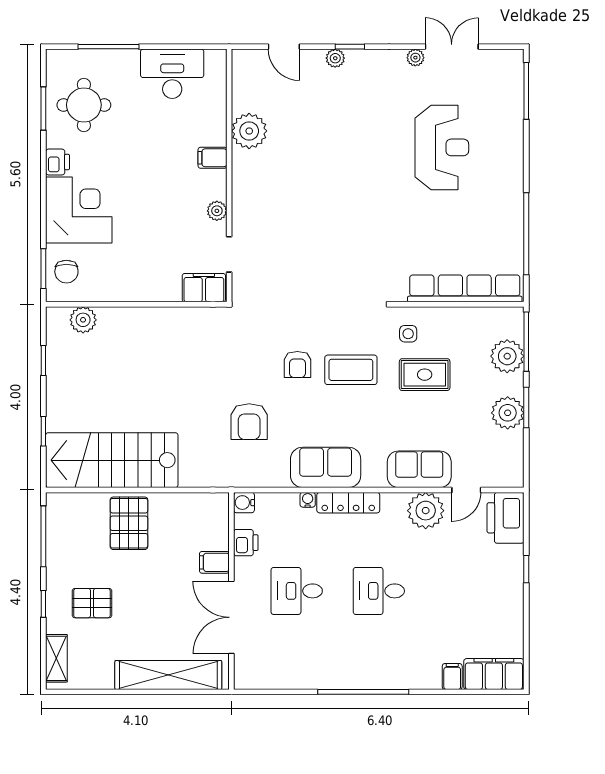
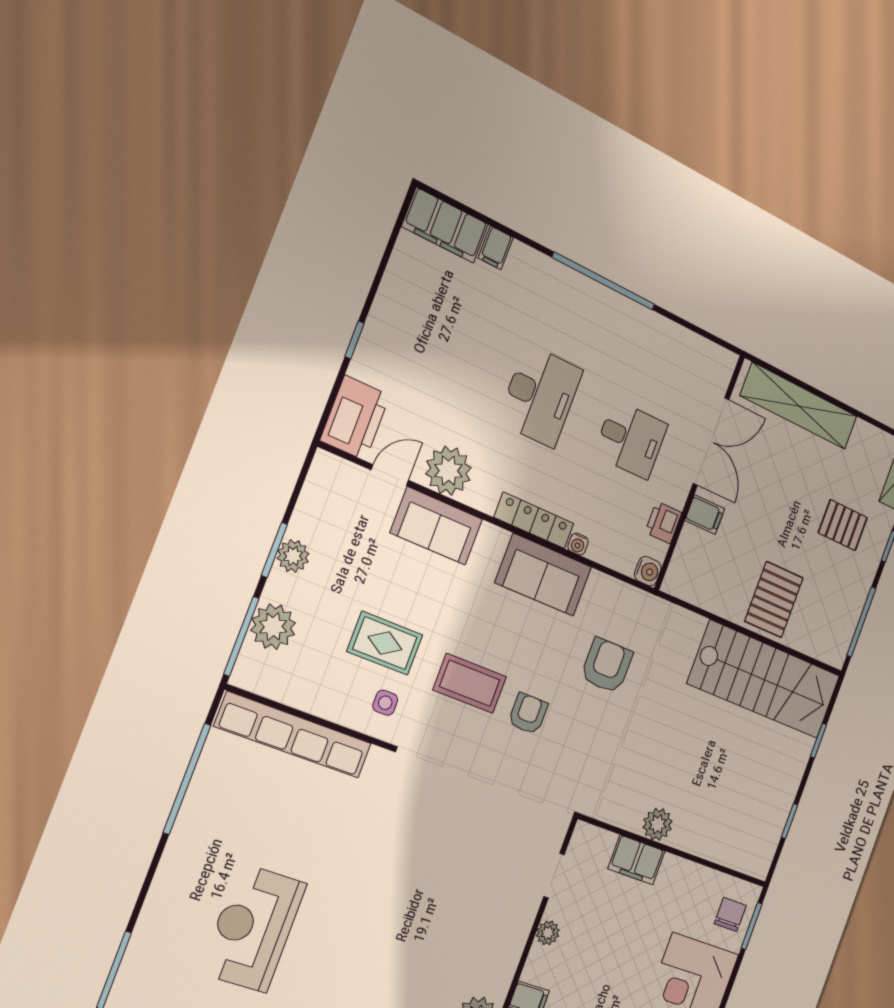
filing cabinet: (204, 288) -> (636, 860), moved
plant: (83, 320) -> (658, 824), moved
plant: (508, 413) -> (293, 556), width x0.73, depth x0.73
desk: (379, 591) -> (540, 396), width x1.37

